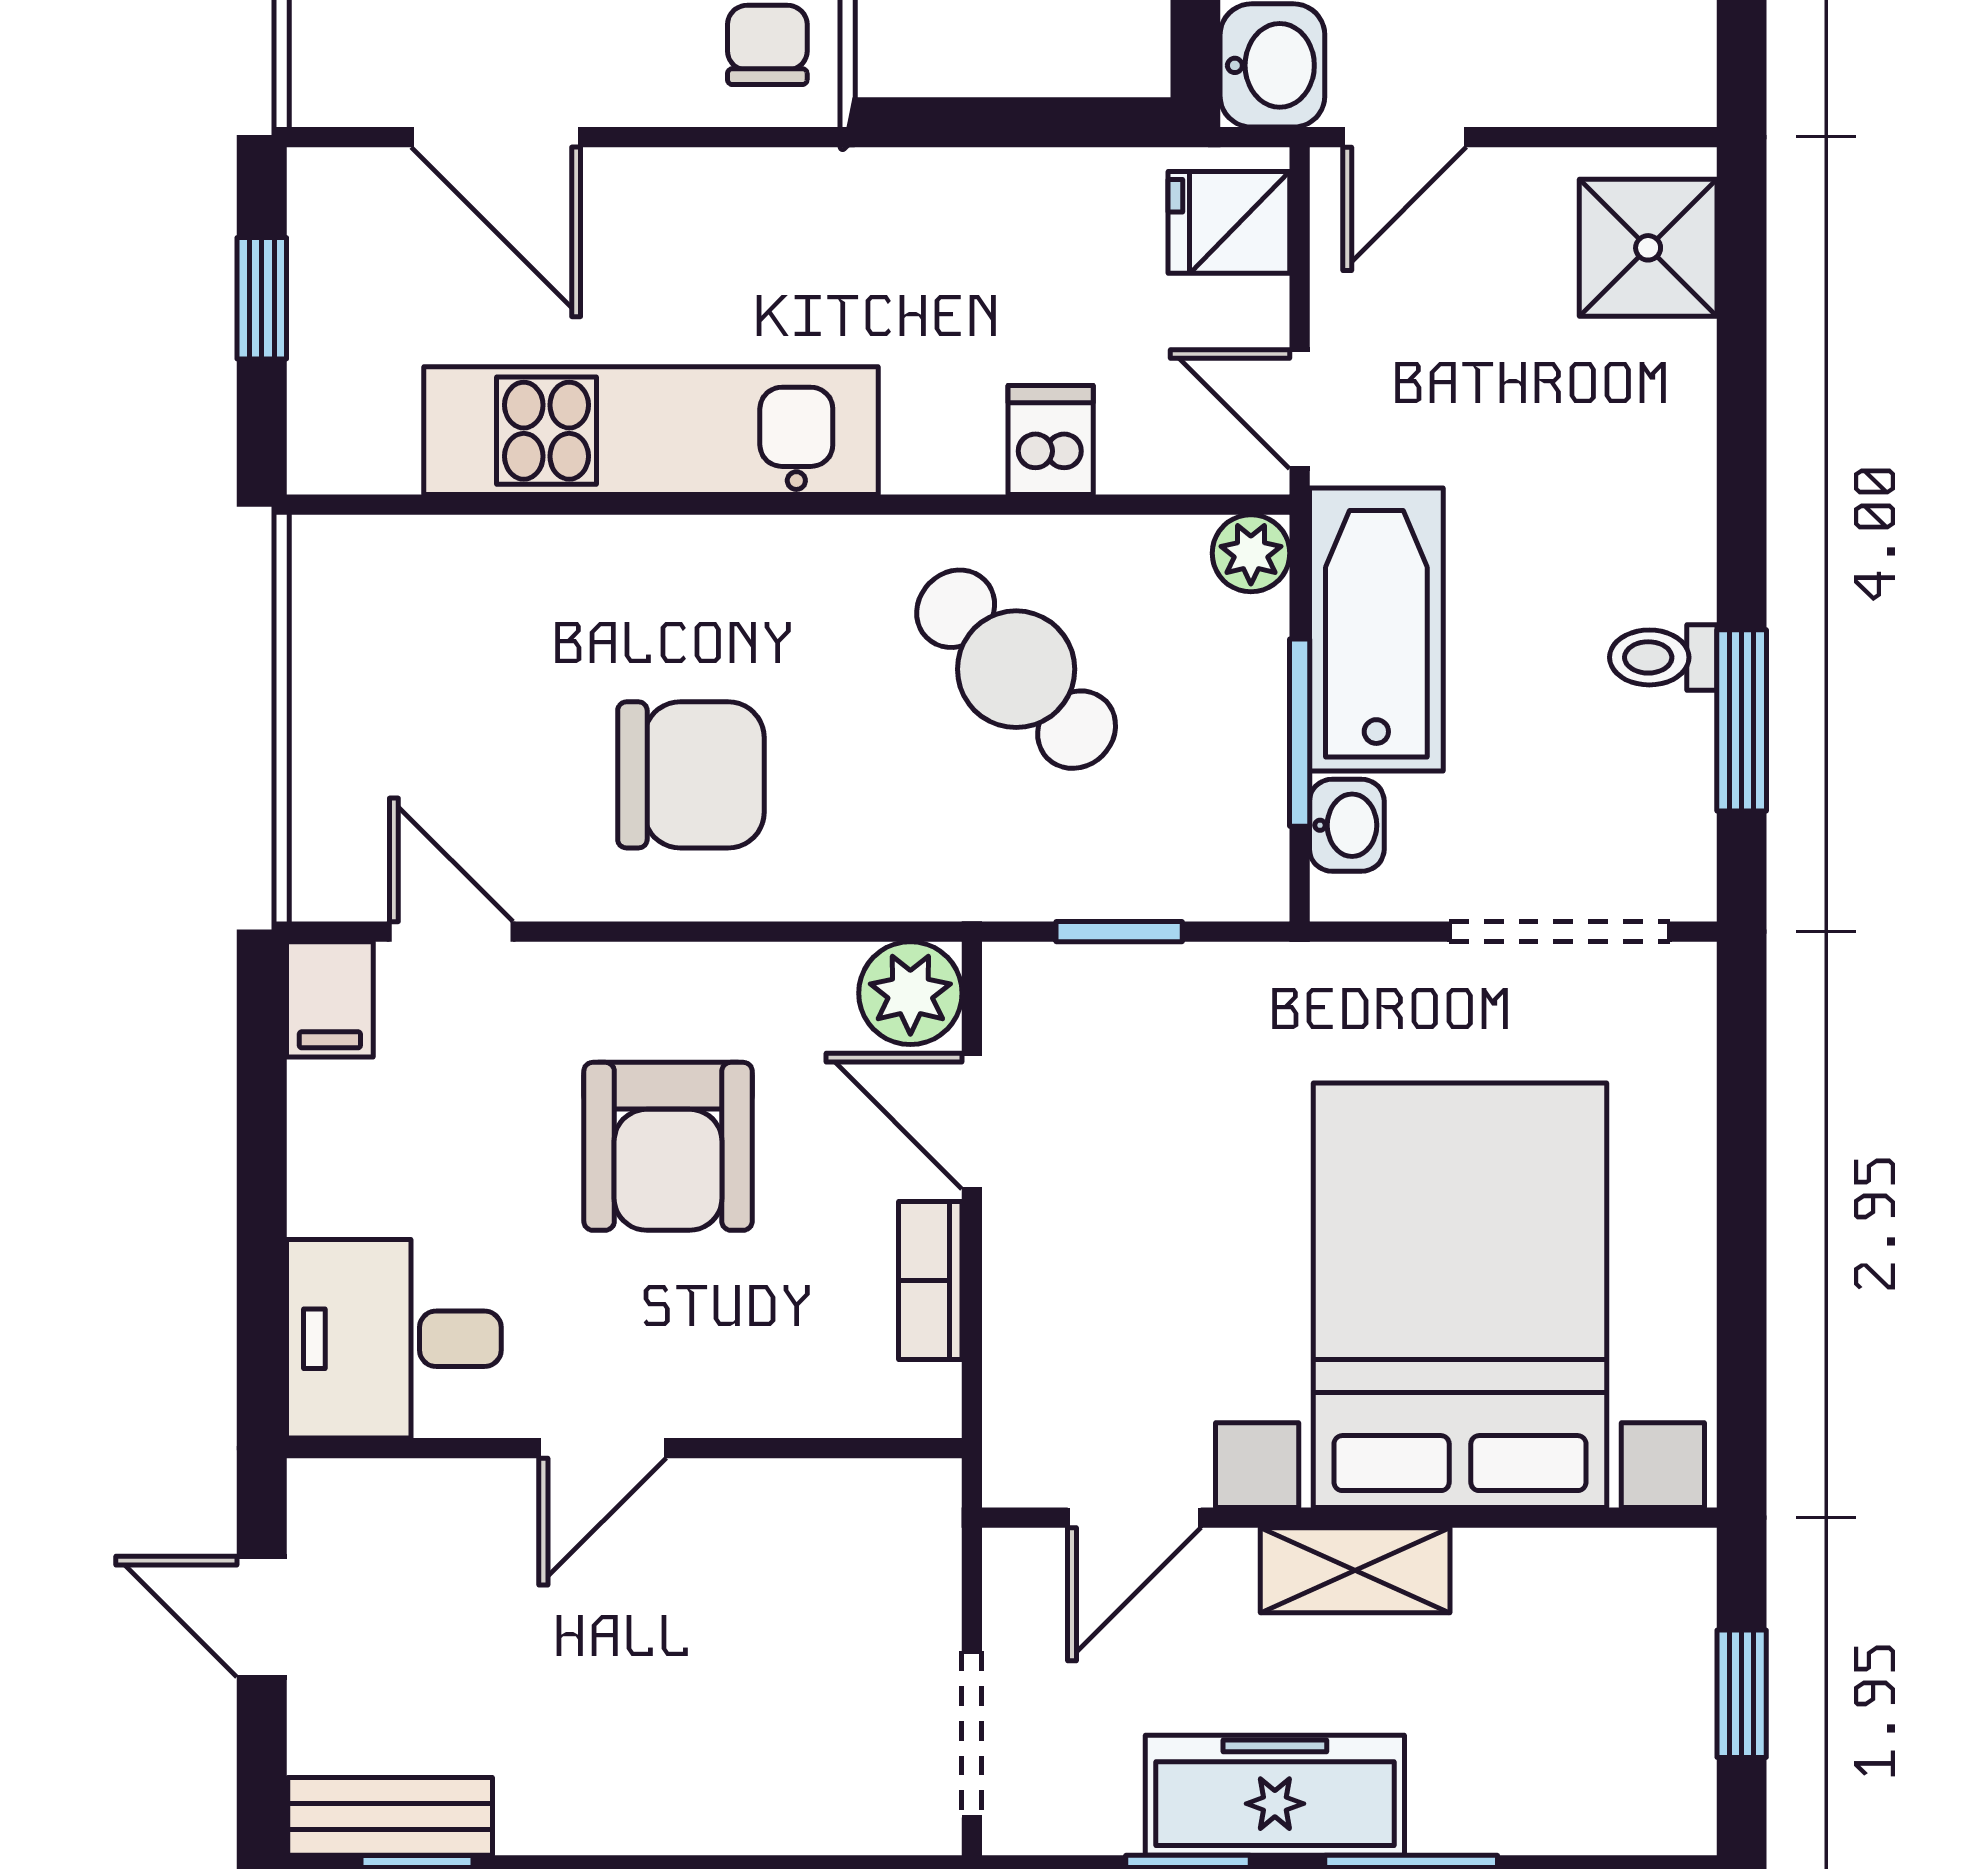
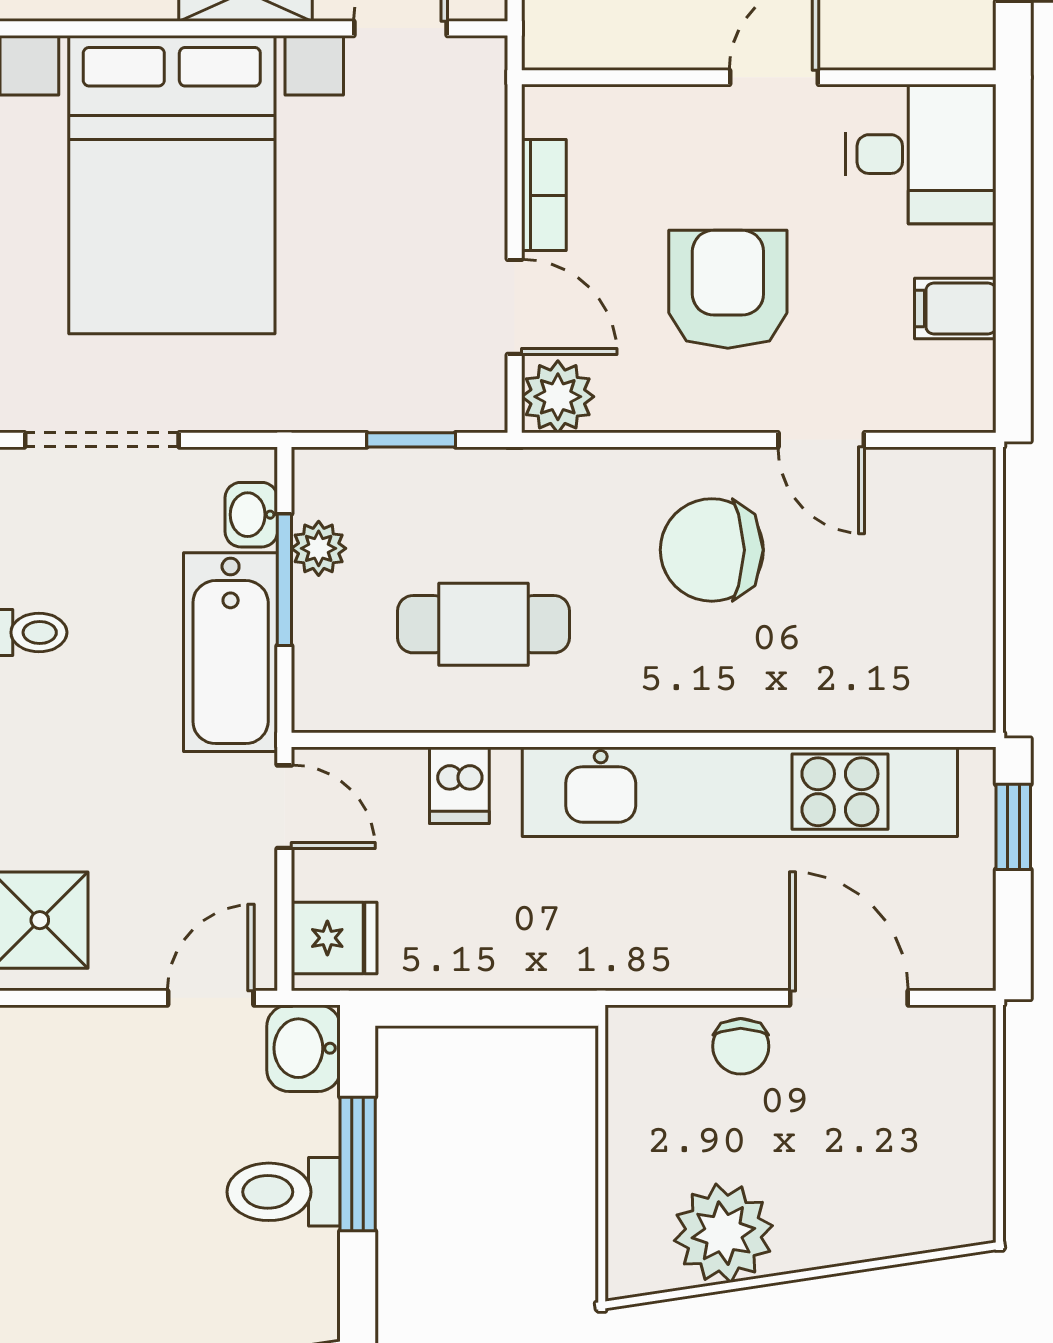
chair: (767, 45) -> (741, 1046), moved
window: (262, 298) -> (1013, 827), moved
kitchen unit: (651, 431) -> (740, 792), width x1.36
plant: (1251, 553) -> (319, 548), moved
cafe table: (1016, 669) -> (484, 624), turned -45
door: (451, 932) -> (821, 440), moved
filing cabinet: (330, 999) -> (955, 308), moved, turned -90

